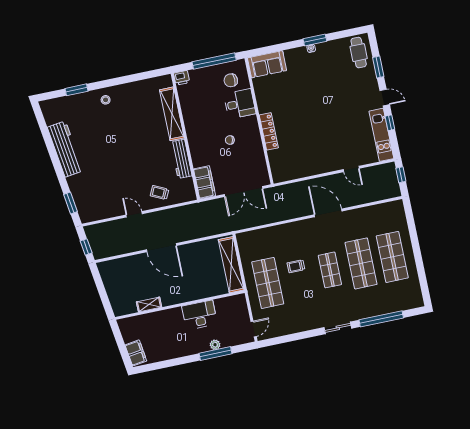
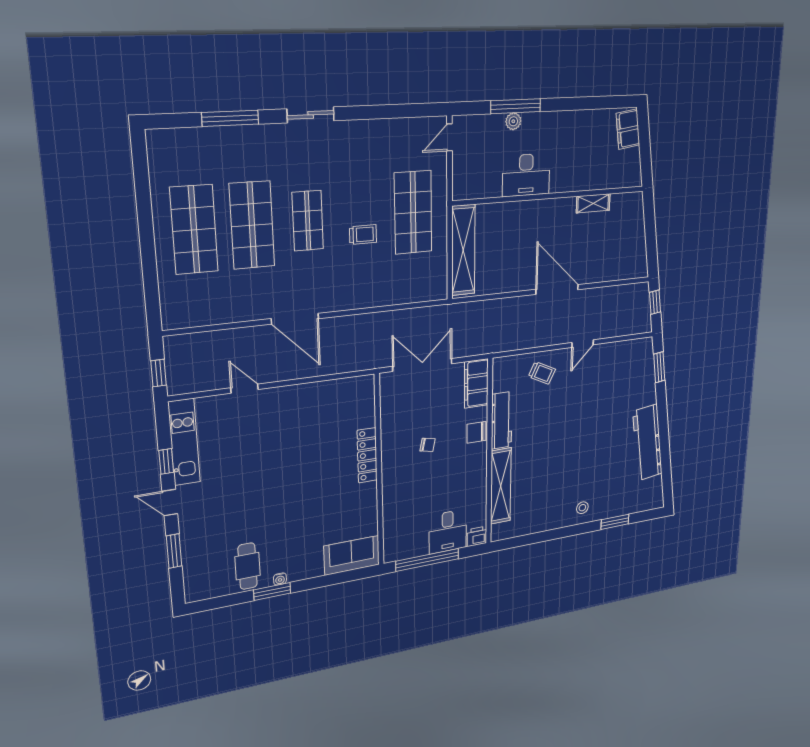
cafe table: (359, 53) -> (248, 566), moved
chair: (231, 80) -> (477, 432), moved, turned 180
desk: (240, 104) -> (448, 532), moved, turned -90
door: (134, 214) -> (583, 344), hinge flipped
window: (381, 319) -> (230, 118), width x0.68

